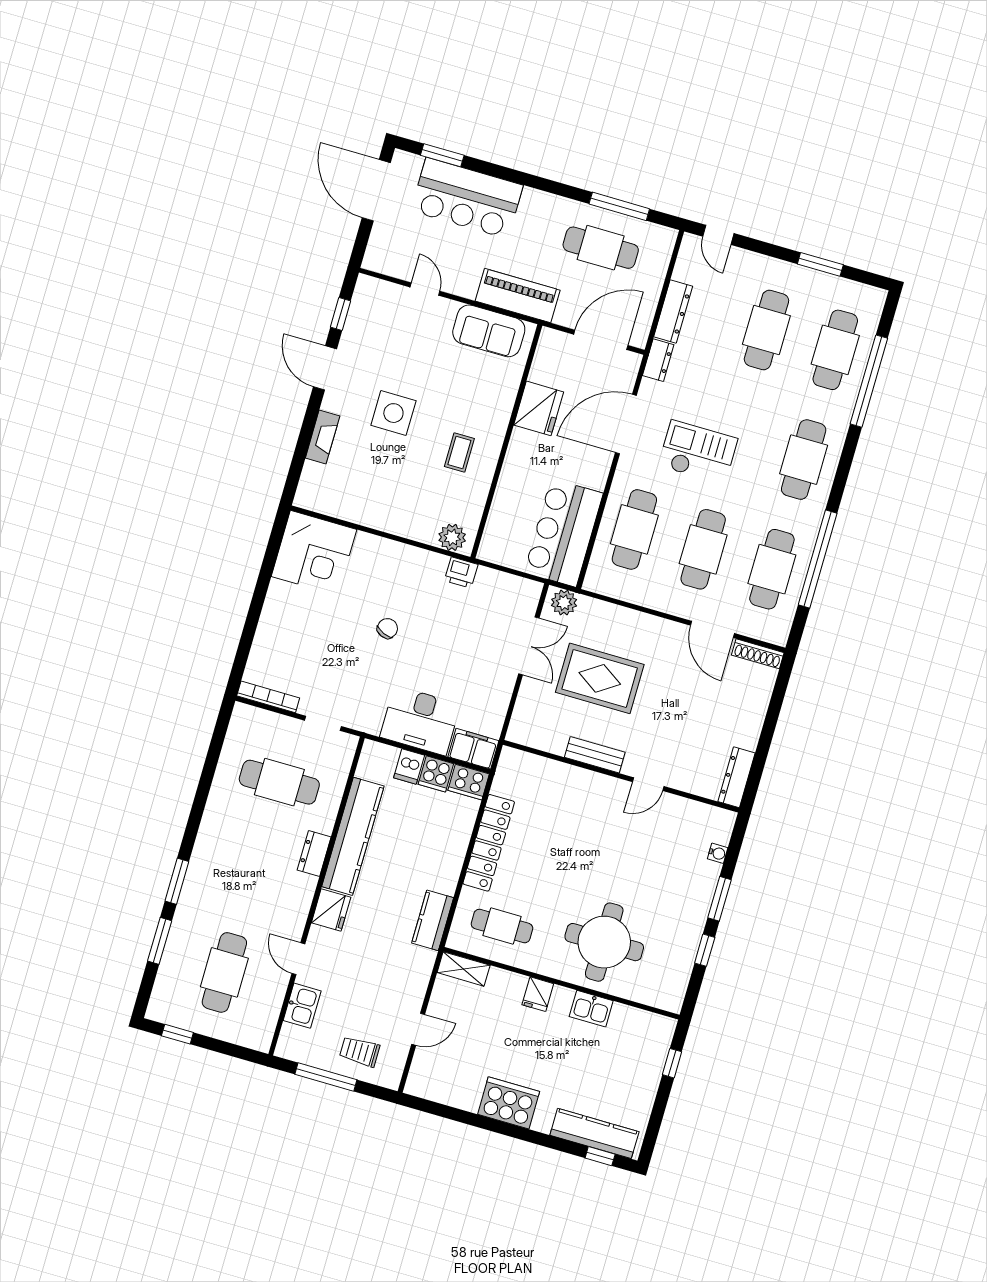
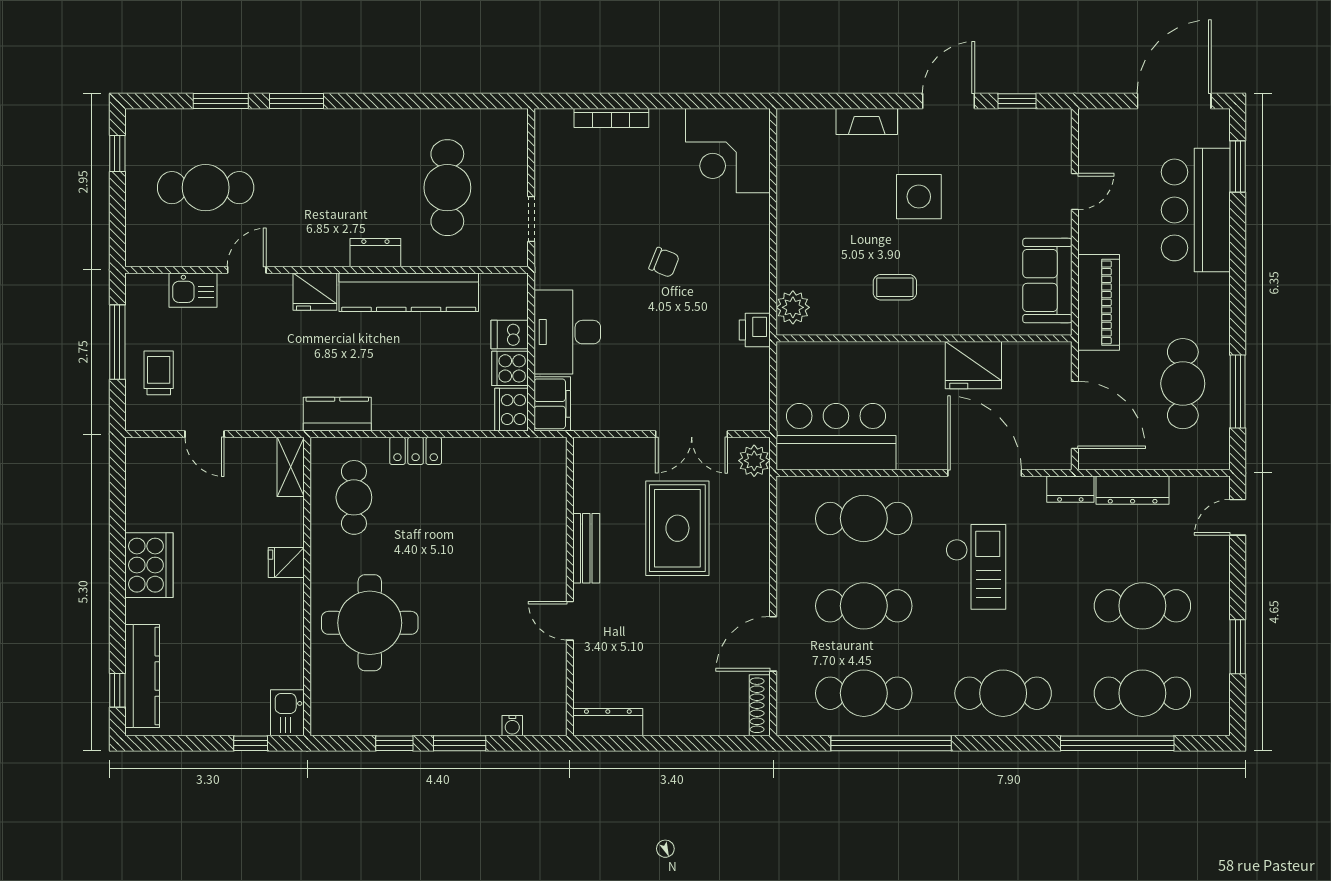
bookcase: (268, 697) -> (611, 118), moved, turned 90
locker: (489, 843) -> (416, 451), width x0.46, depth x0.83
kitchen sink: (591, 1009) -> (287, 713), moved

